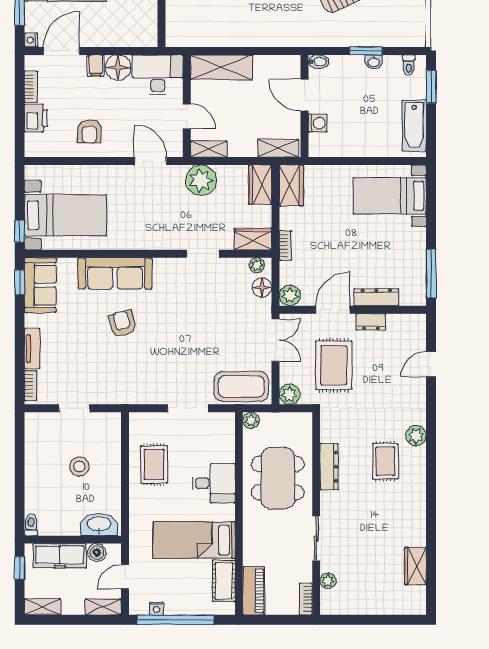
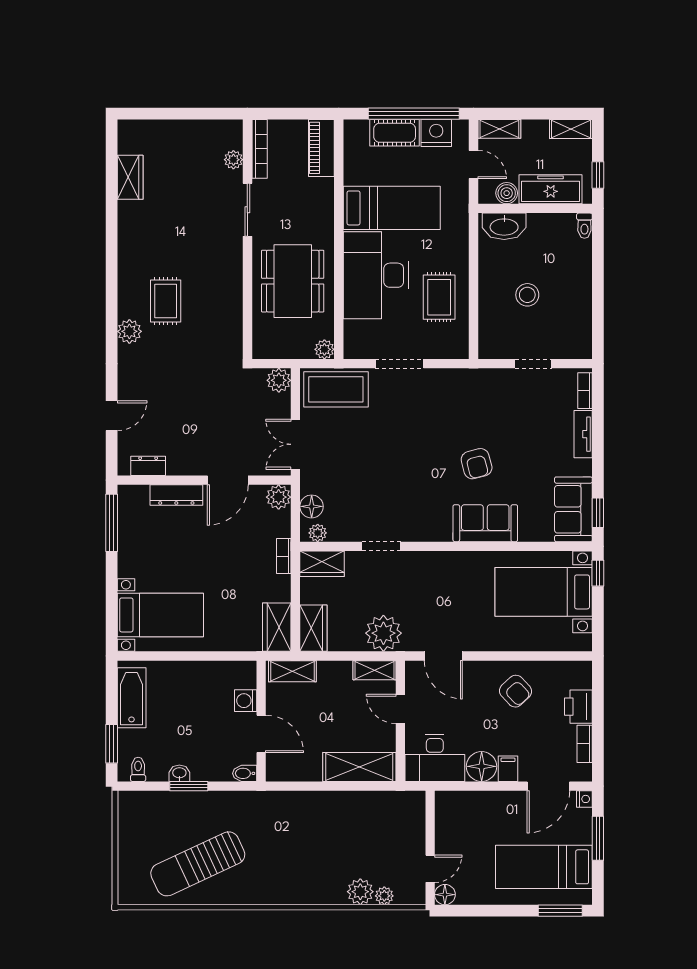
armchair: (89, 131) -> (516, 691), turned 137
sofa: (115, 273) -> (485, 523), width x0.73
dresser: (371, 322) -> (148, 466), moved
rug: (334, 365) -> (227, 415), removed
dresser: (329, 467) -> (232, 295), removed
desk: (214, 483) -> (376, 275), width x1.87, depth x1.30
door: (125, 577) -> (473, 165), hinge flipped
cot: (224, 581) -> (395, 133), moved, turned 90
bookcase: (306, 599) -> (260, 149), width x1.56
nightstand: (156, 609) -> (436, 133), width x1.89, depth x1.79

